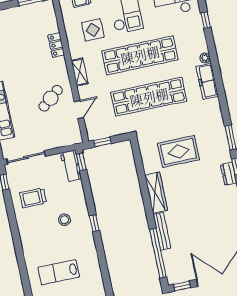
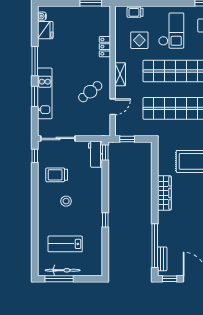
stool: (65, 220) -> (66, 201), moved
window: (94, 223) -> (105, 220), moved
bench: (162, 231) -> (162, 259), moved, width x0.73

